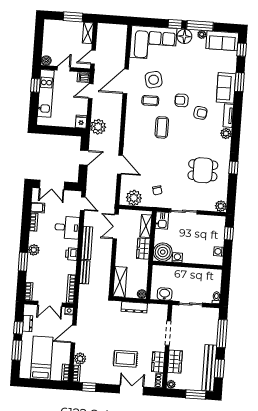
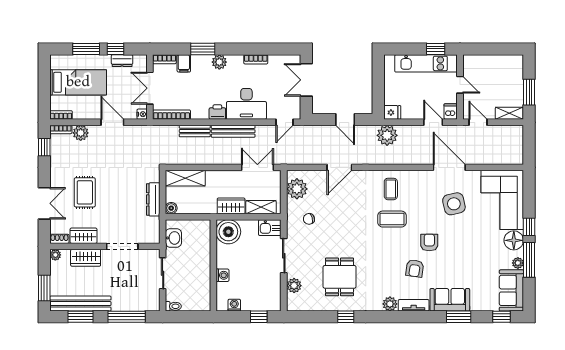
boiler: (46, 61) -> (469, 61), removed
coffee table: (150, 101) -> (391, 189), moved
plant: (221, 206) -> (294, 286), moved
filing cabinet: (38, 208) -> (184, 63), moved
desk: (67, 227) -> (246, 104), width x1.37
washing machine: (177, 258) -> (222, 275), moved

